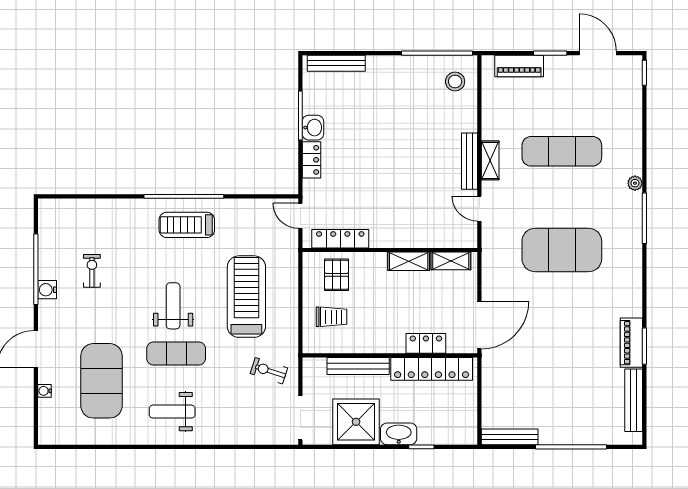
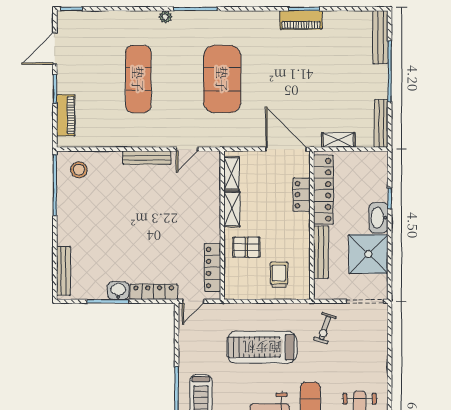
locker: (312, 160) -> (154, 292), width x1.53
shelving: (490, 160) -> (338, 140), moved
pallet: (337, 275) -> (246, 247), moved
bench: (634, 400) -> (380, 37), moved, turned 90

